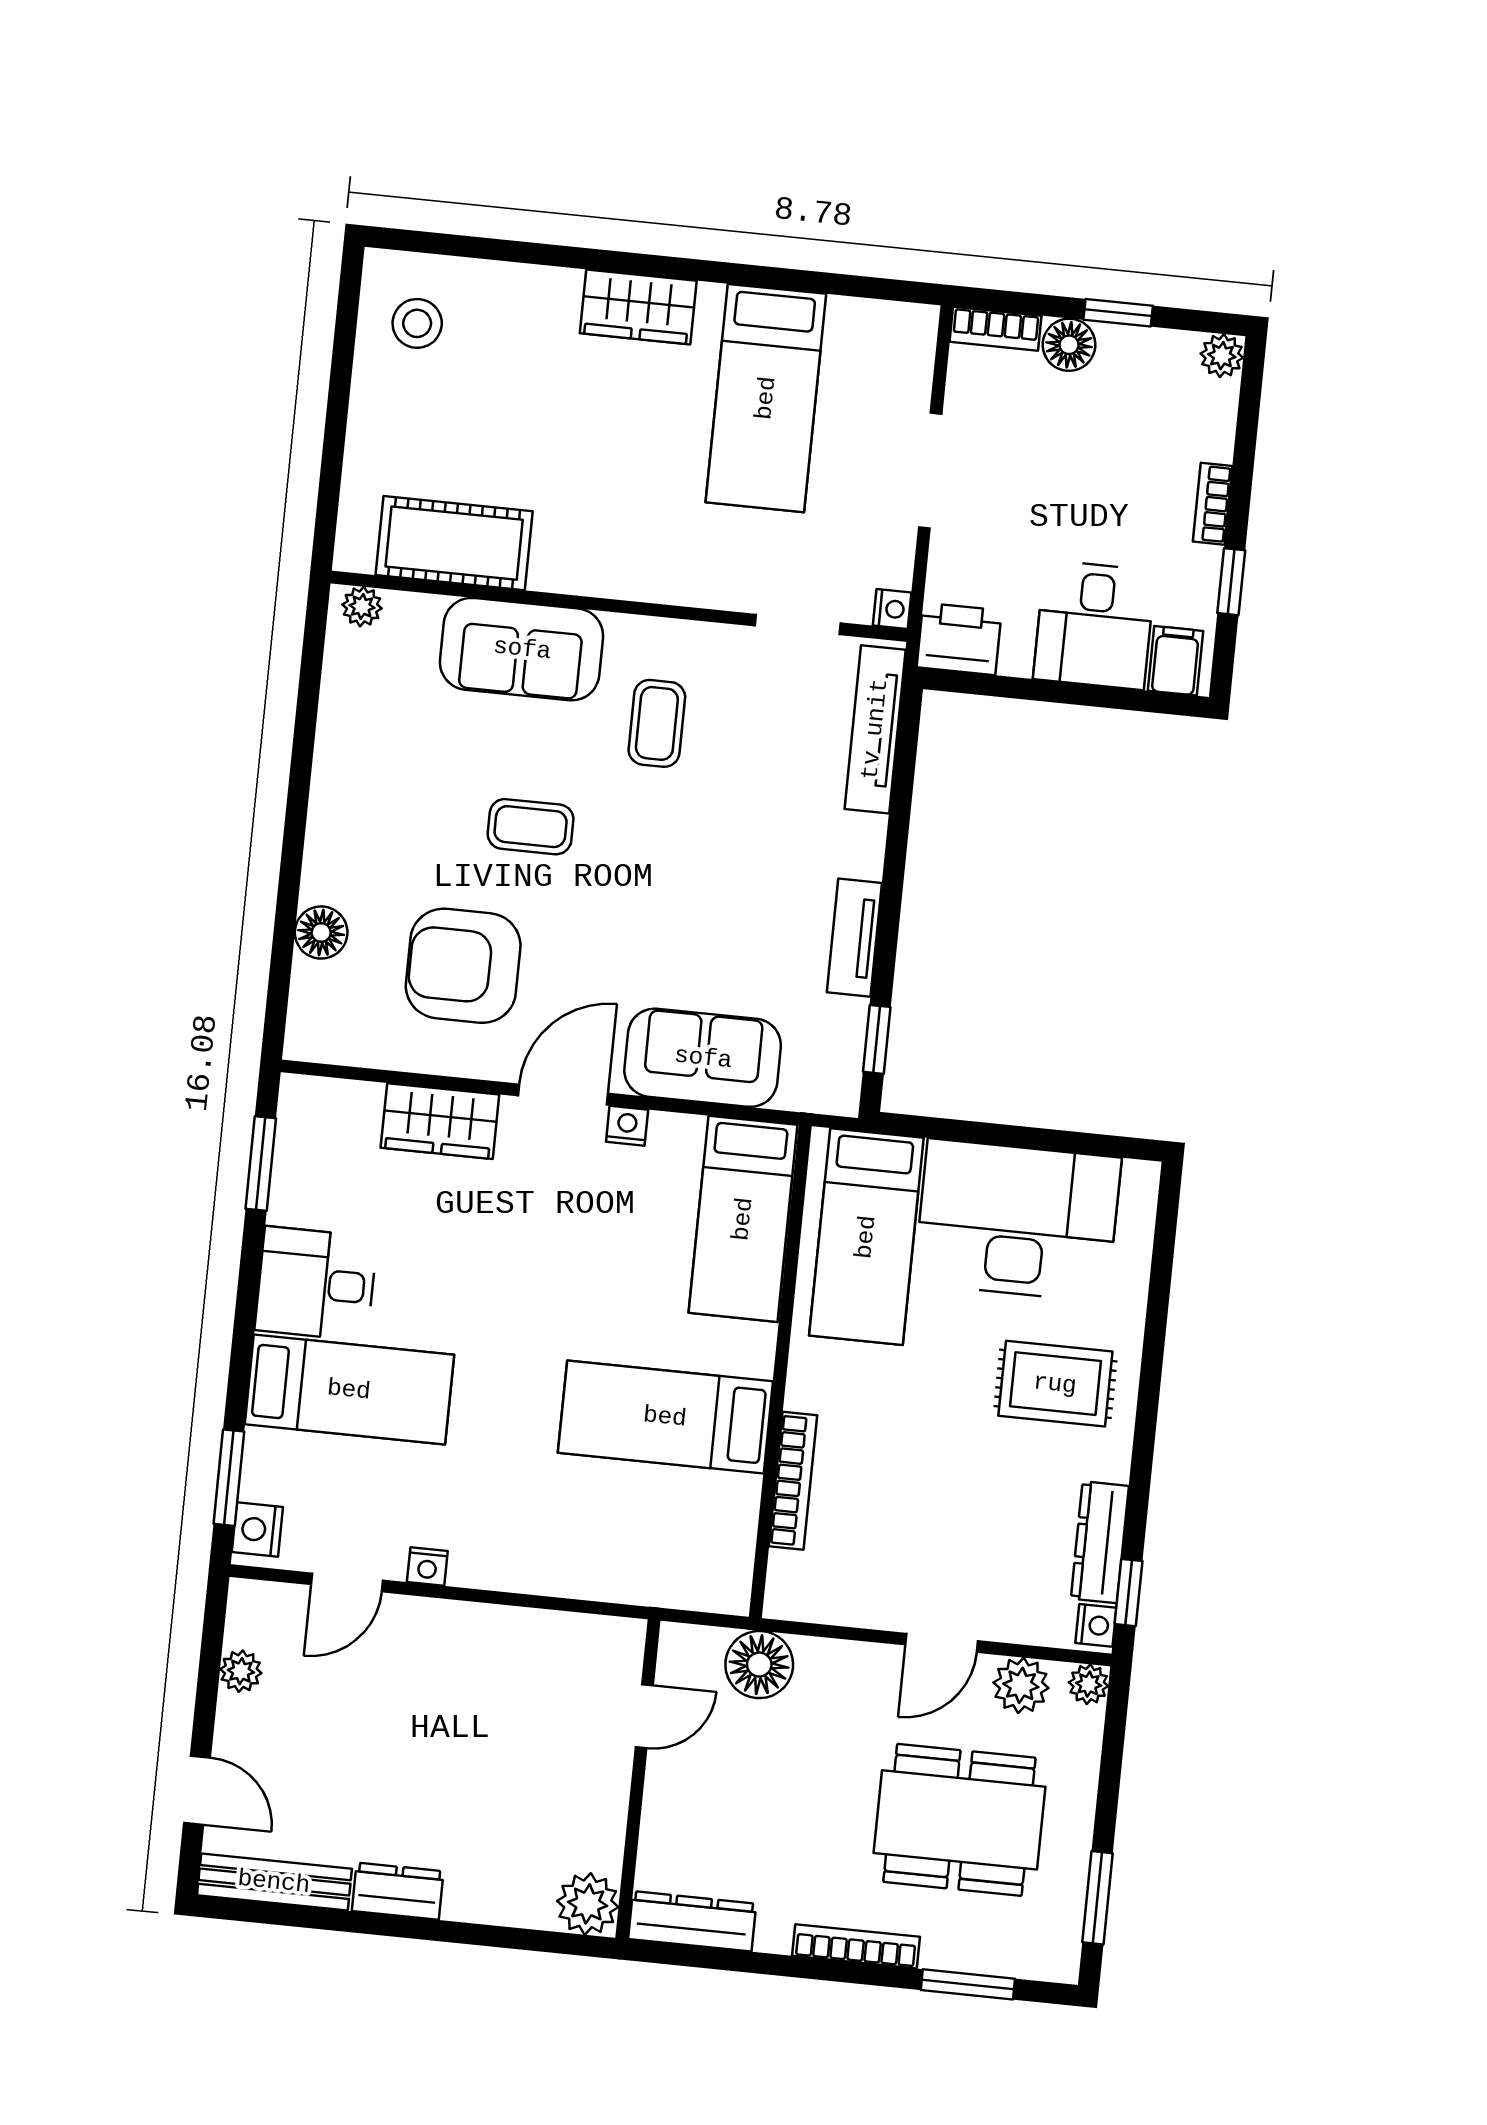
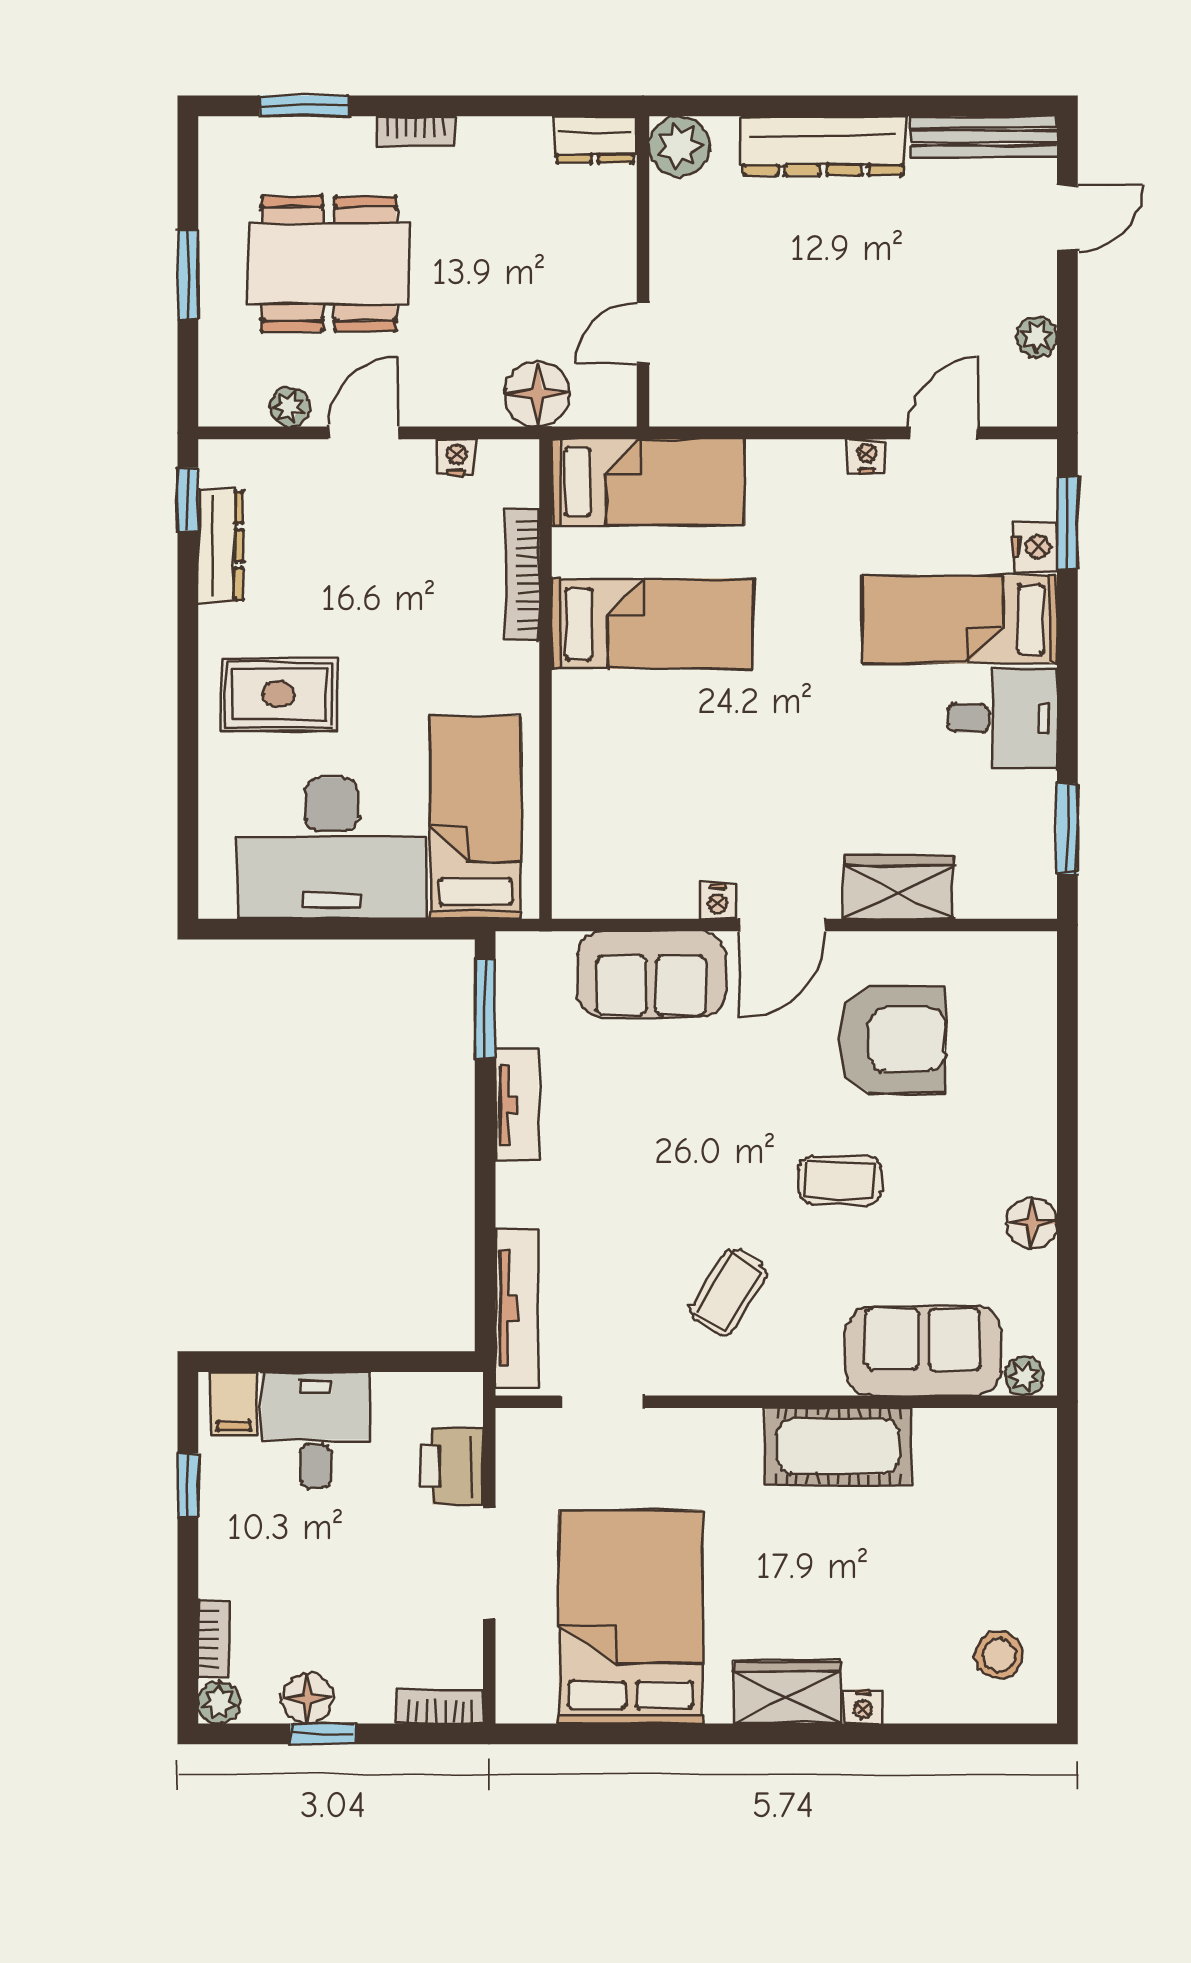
floor lamp: (1069, 345) -> (307, 1698), moved
bed: (766, 398) -> (631, 1617), width x1.50
bookcase: (1213, 504) -> (213, 1639), moved
cot: (454, 543) -> (838, 1446), moved
nightstand: (892, 609) -> (863, 1707), moved, turned -90
printer: (959, 639) -> (451, 1466), moved, turned 90
sofa: (522, 649) -> (923, 1351), moved
coffee table: (657, 723) -> (728, 1292), turned 32
floor lamp: (321, 933) -> (1032, 1223), moved
window: (877, 1039) -> (485, 1009), width x1.50
bed: (743, 1219) -> (648, 482), moved, turned 90
nightstand: (257, 1529) -> (1035, 547), moved
nightstand: (1096, 1625) -> (456, 457), moved, turned 90
plant: (1089, 1684) -> (217, 407), removed
plant: (1021, 1685) -> (290, 407), width x0.73, depth x0.73
door: (197, 1790) -> (1067, 218), swing flipped
dresser: (398, 1891) -> (823, 146), width x1.96, depth x1.24
window: (1098, 1898) -> (188, 275), moved
dresser: (692, 1921) -> (595, 140), width x0.70
bookcase: (856, 1946) -> (416, 132), width x0.64

